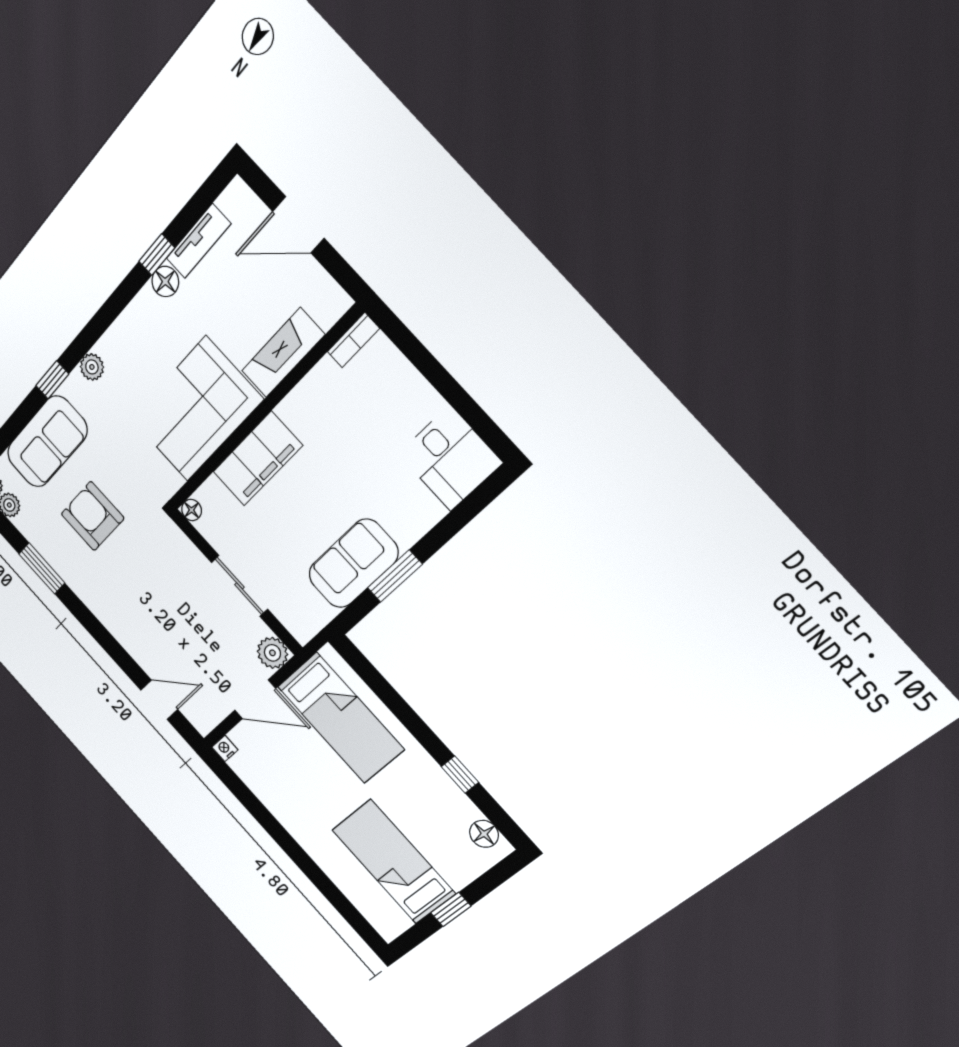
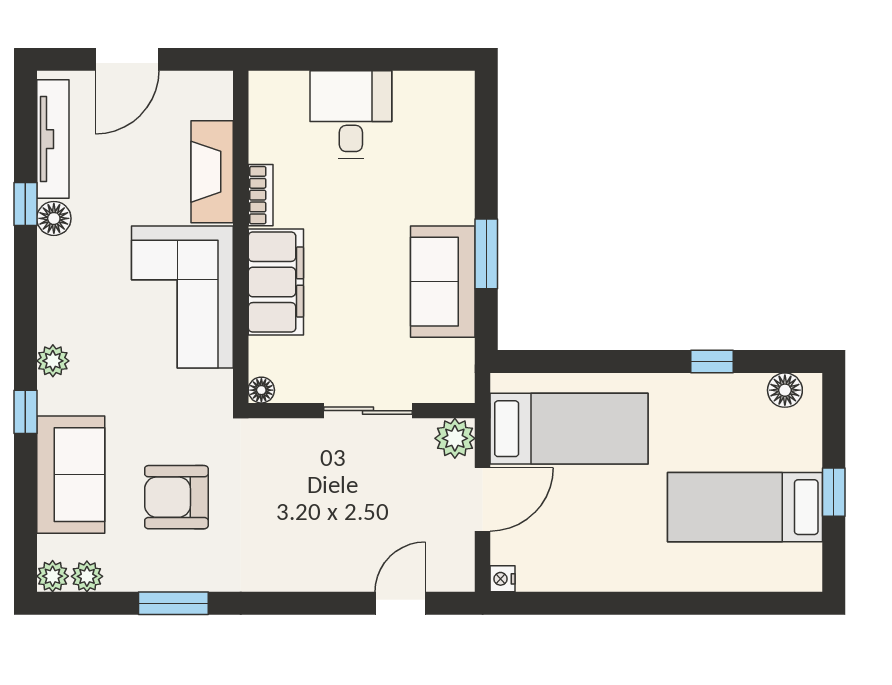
tv unit: (198, 241) -> (53, 139), width x1.41
bookcase: (353, 340) -> (261, 195), moved
desk: (450, 458) -> (351, 115), moved, turned -90

